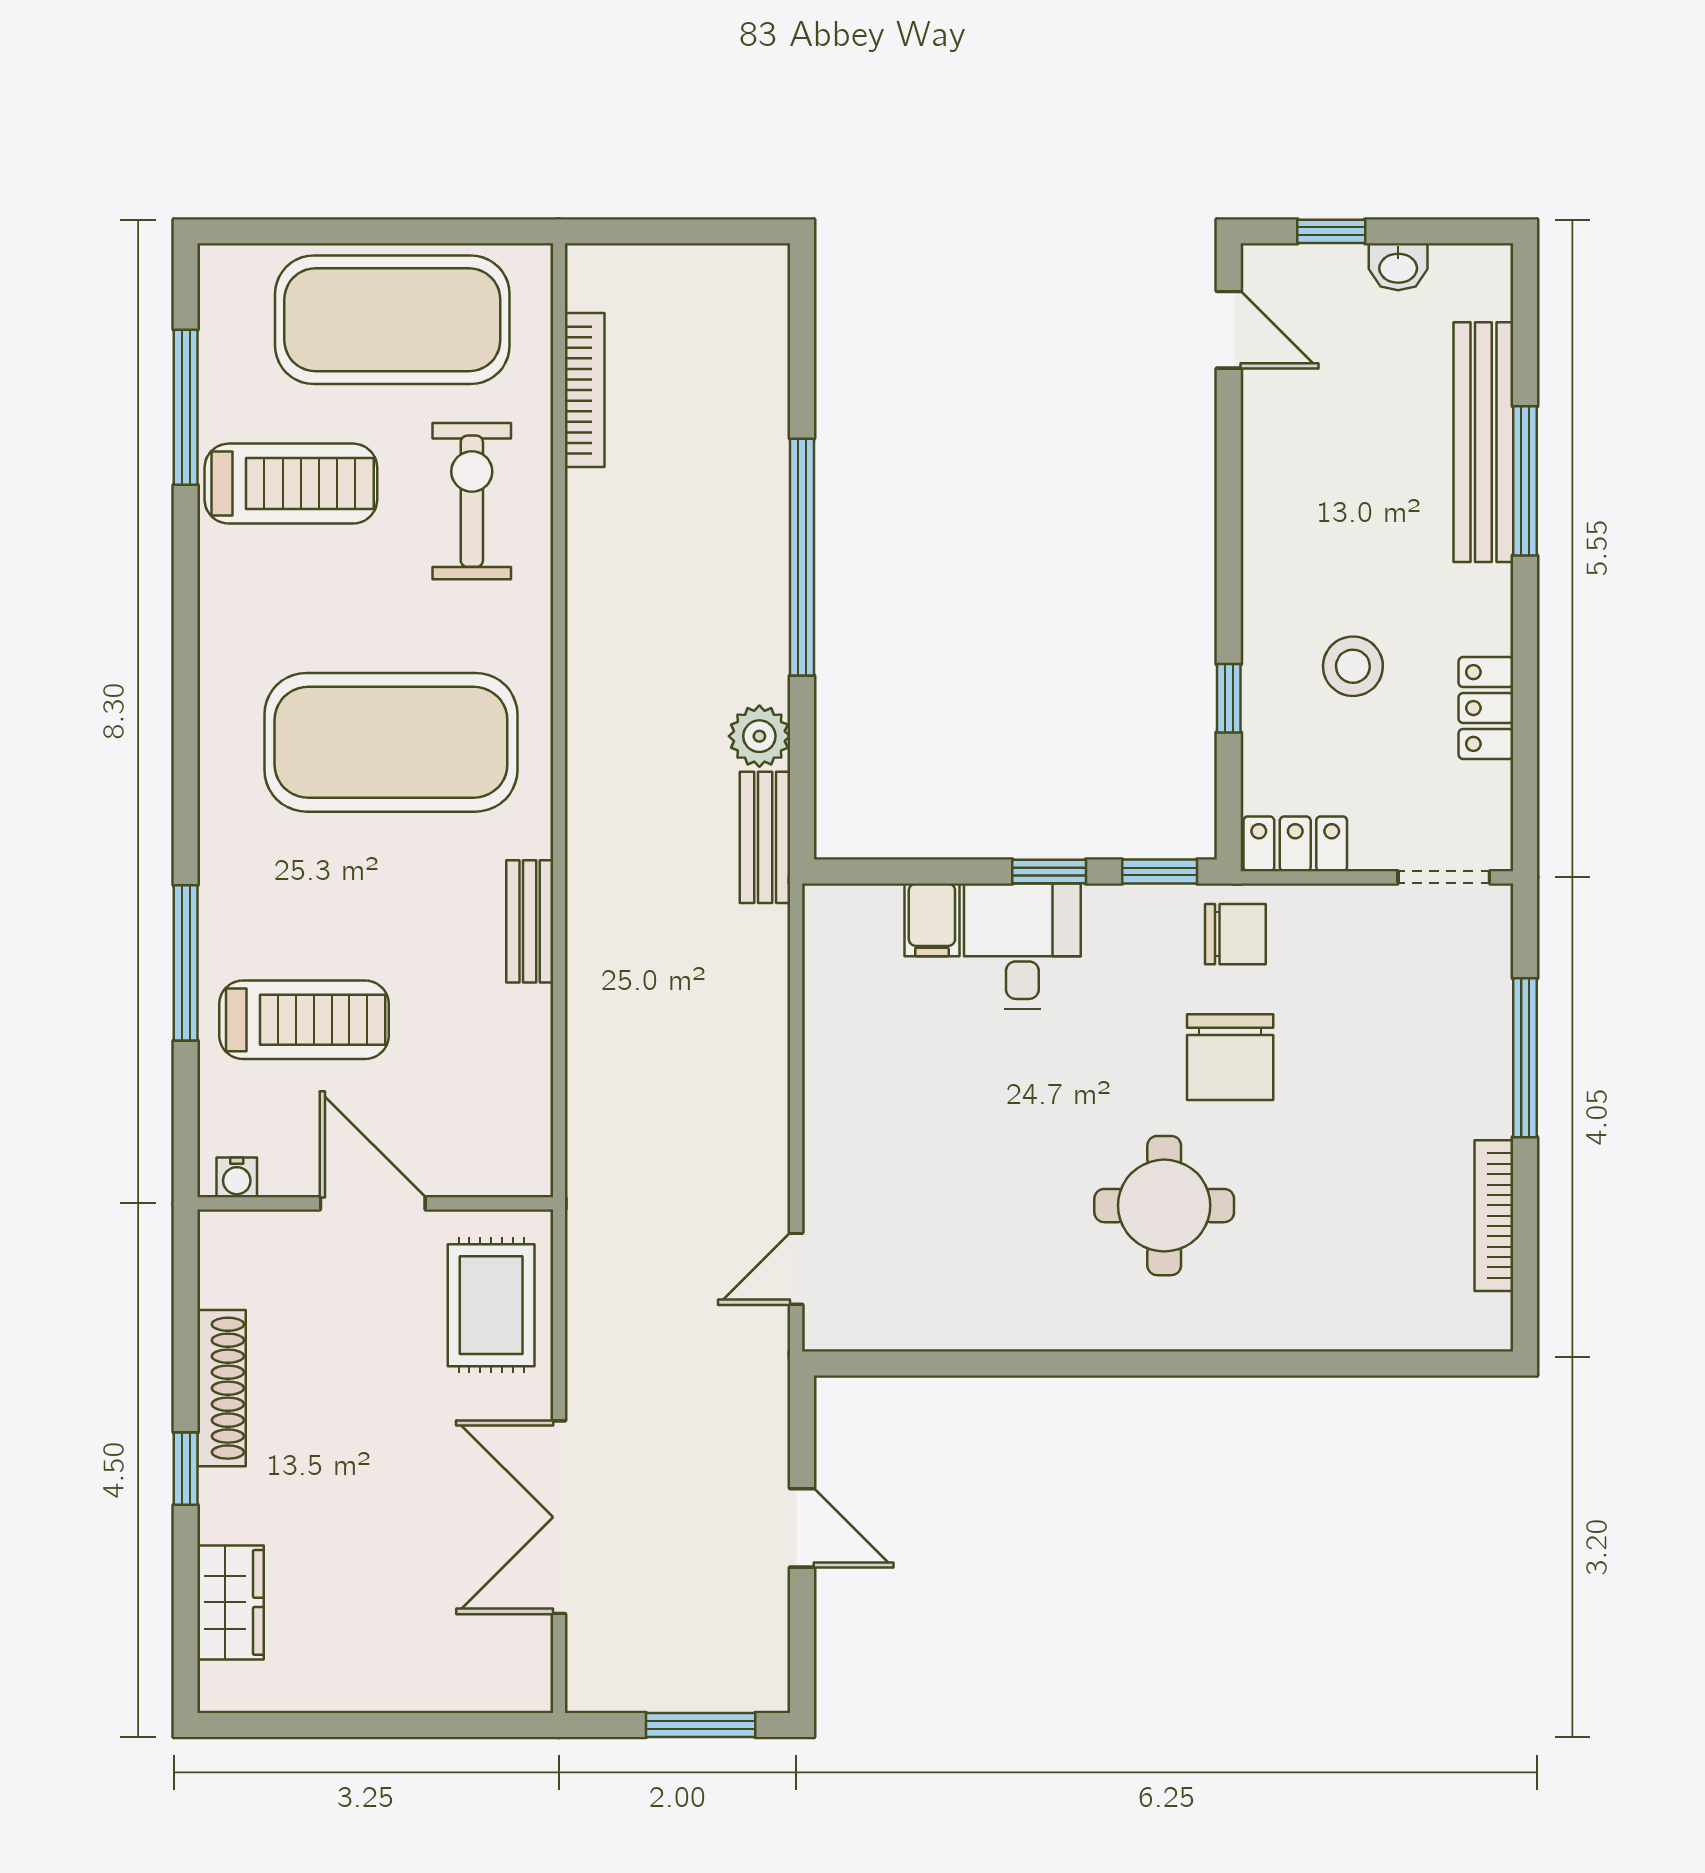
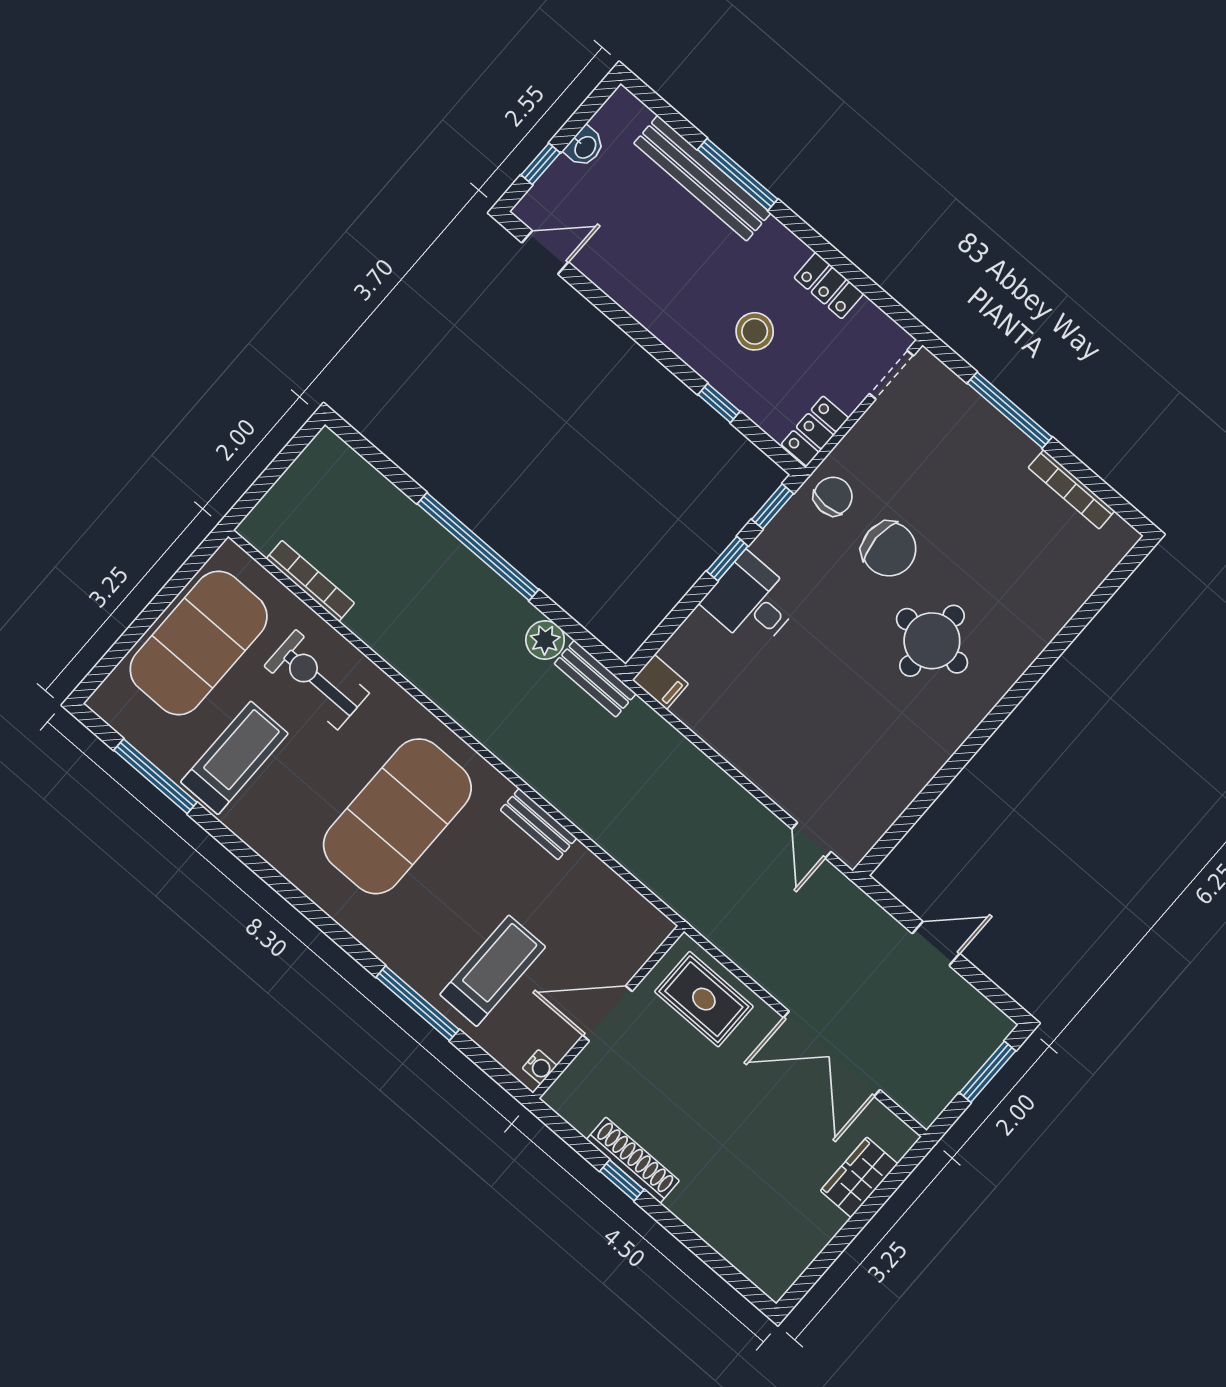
filing cabinet: (932, 920) -> (660, 682), moved
window: (186, 1469) -> (622, 1180), moved
wardrobe: (231, 1602) -> (859, 1177), moved, turned -90

